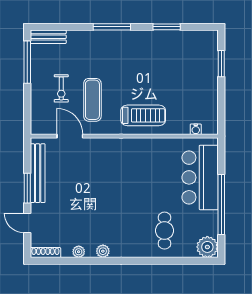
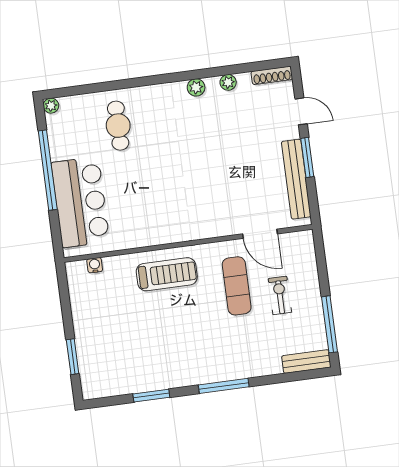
treadmill: (143, 115) -> (167, 274), turned 180
plant: (207, 247) -> (51, 106), width x0.53, depth x0.53

